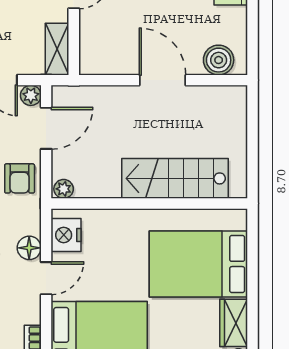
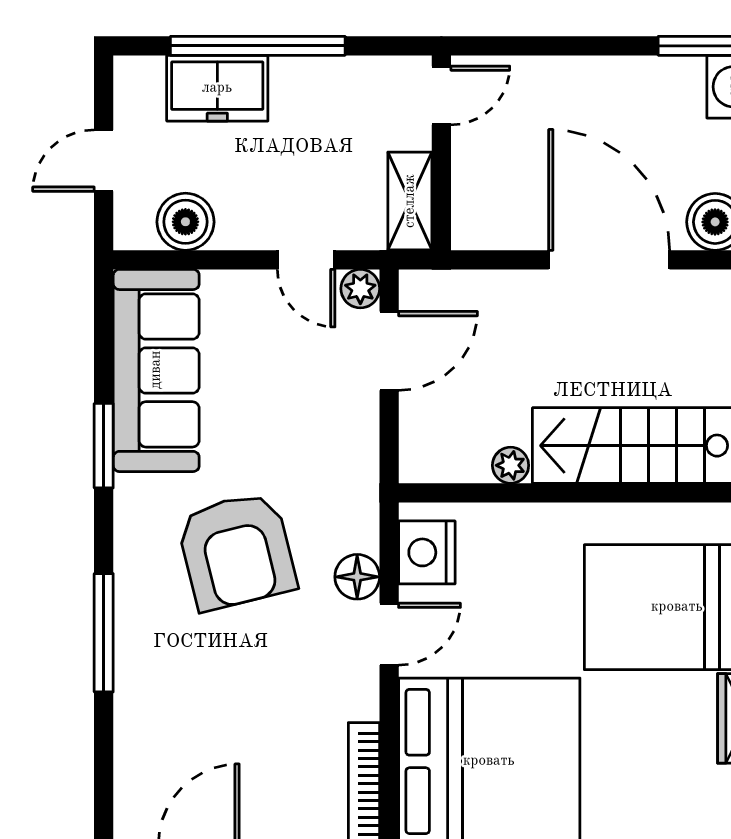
door: (163, 80) -> (609, 260), width x1.36
armchair: (20, 178) -> (339, 446), removed
plant: (64, 189) -> (511, 465), moved

